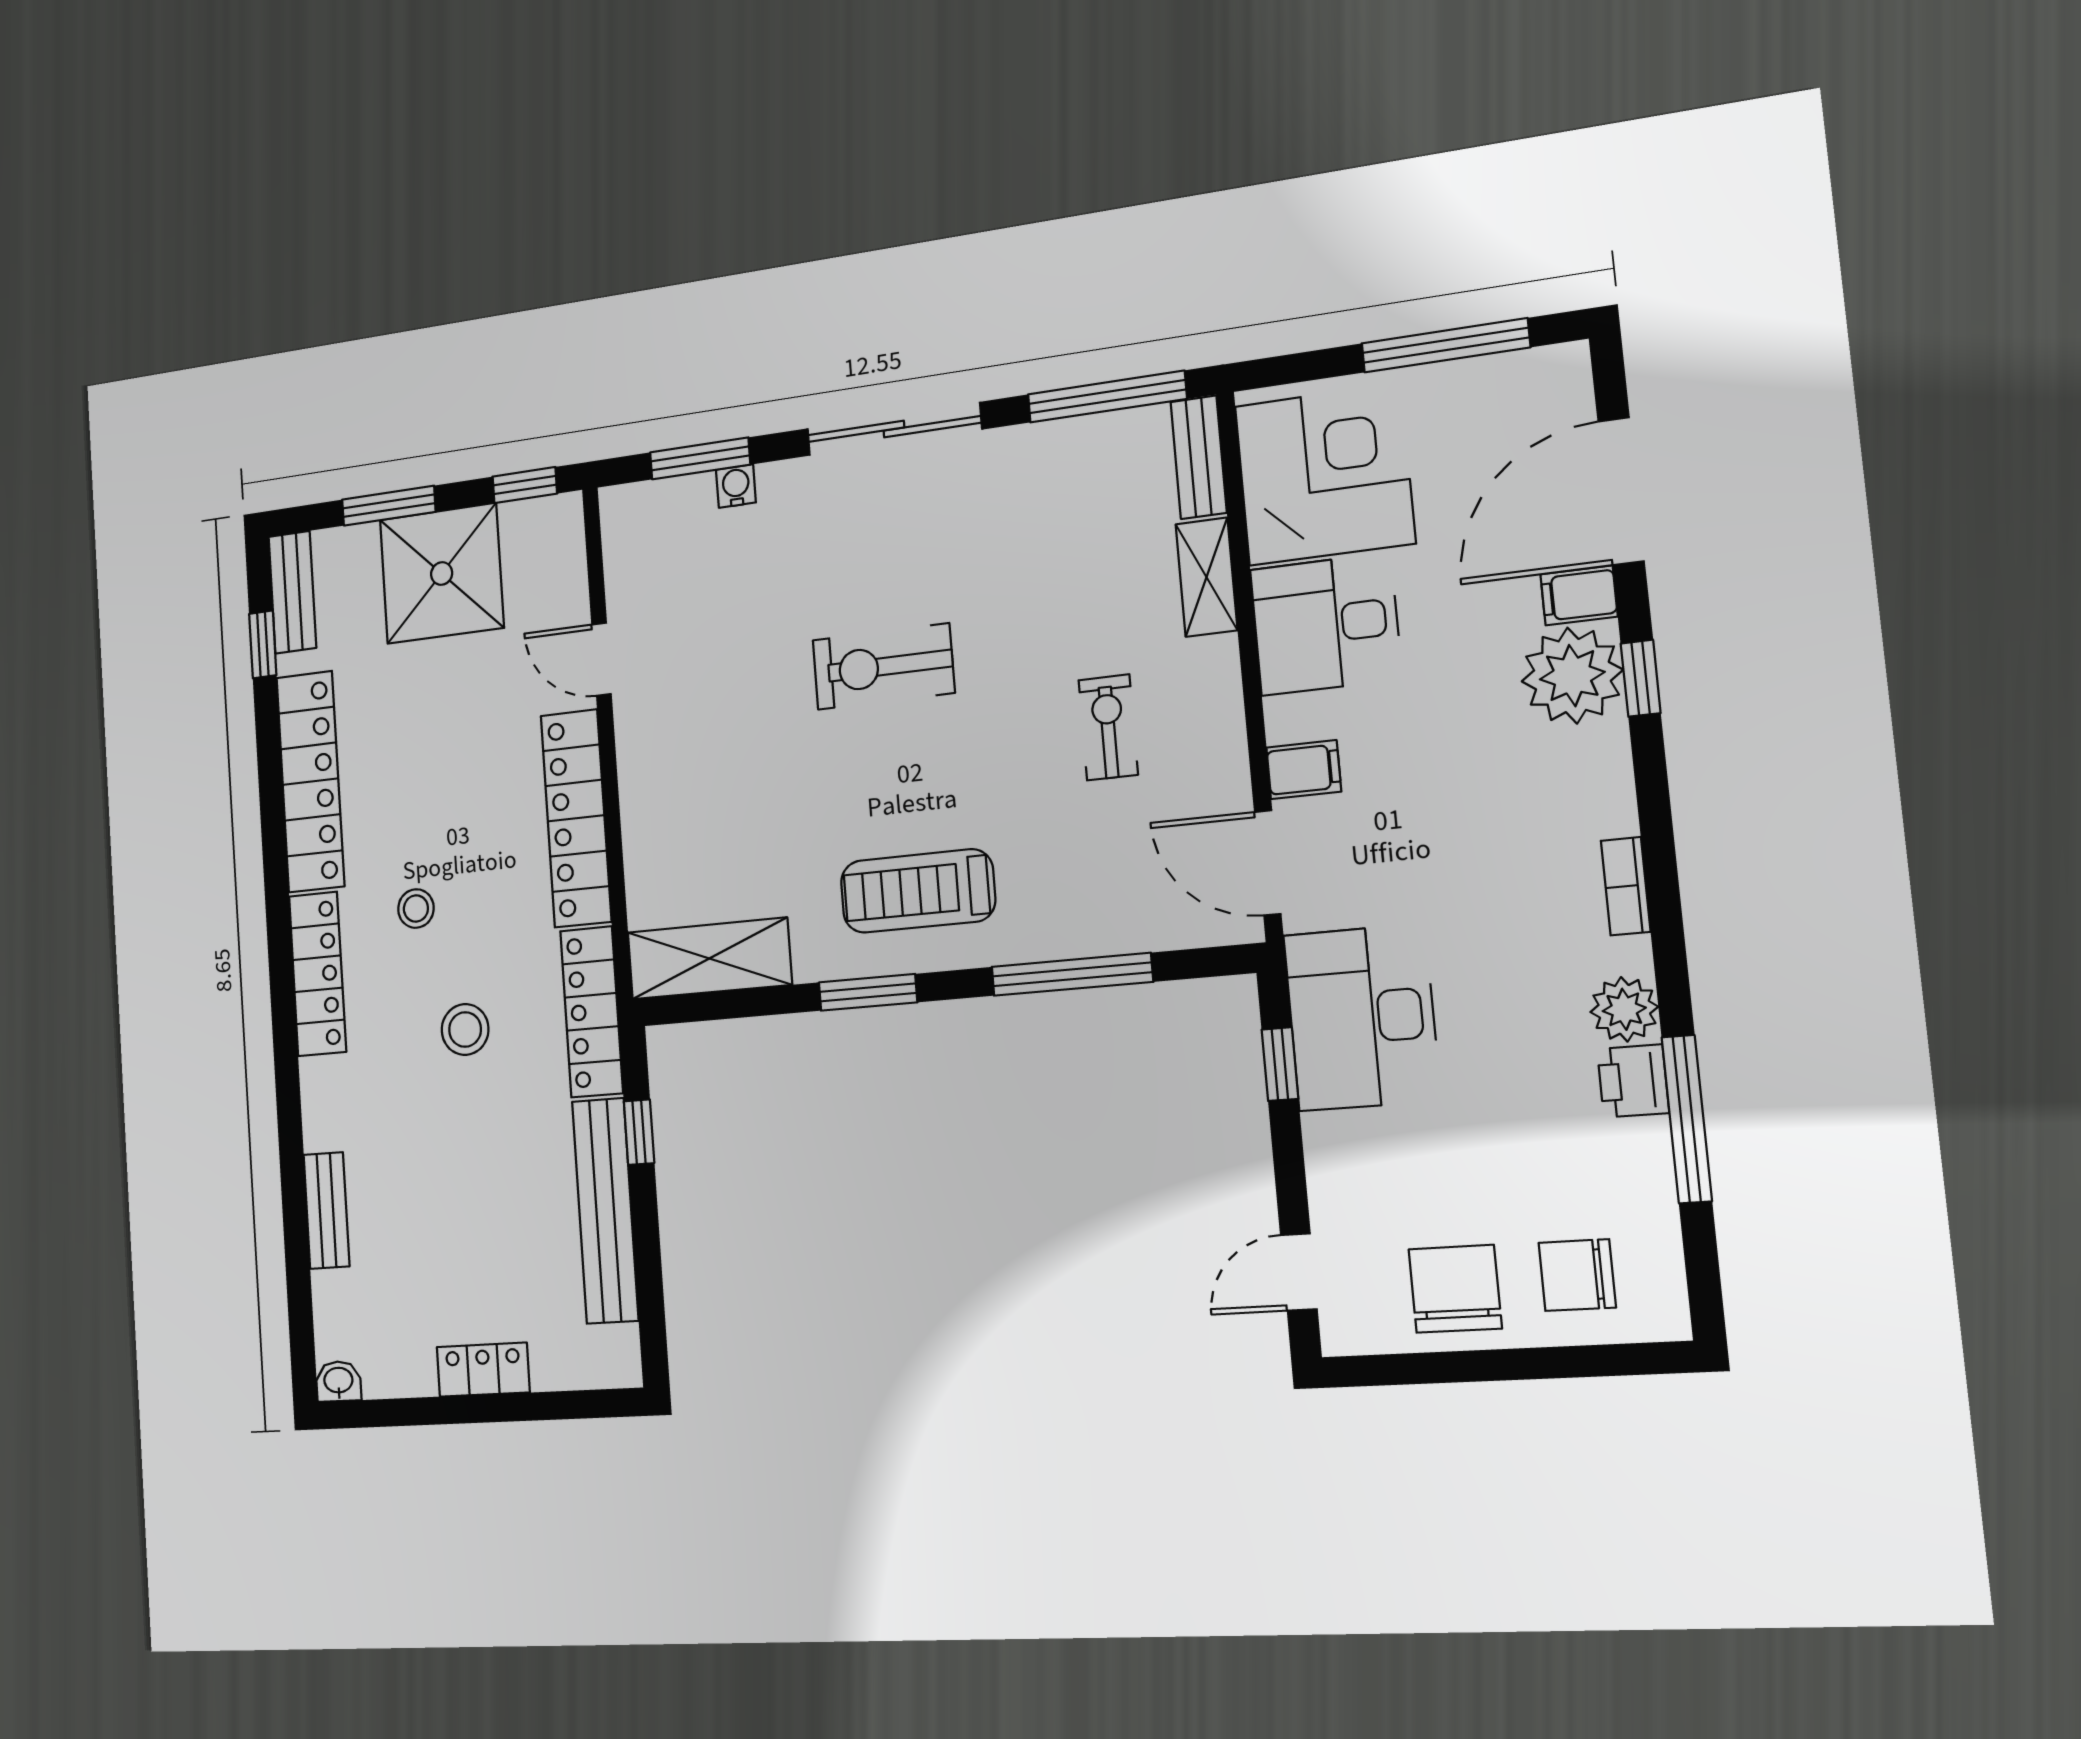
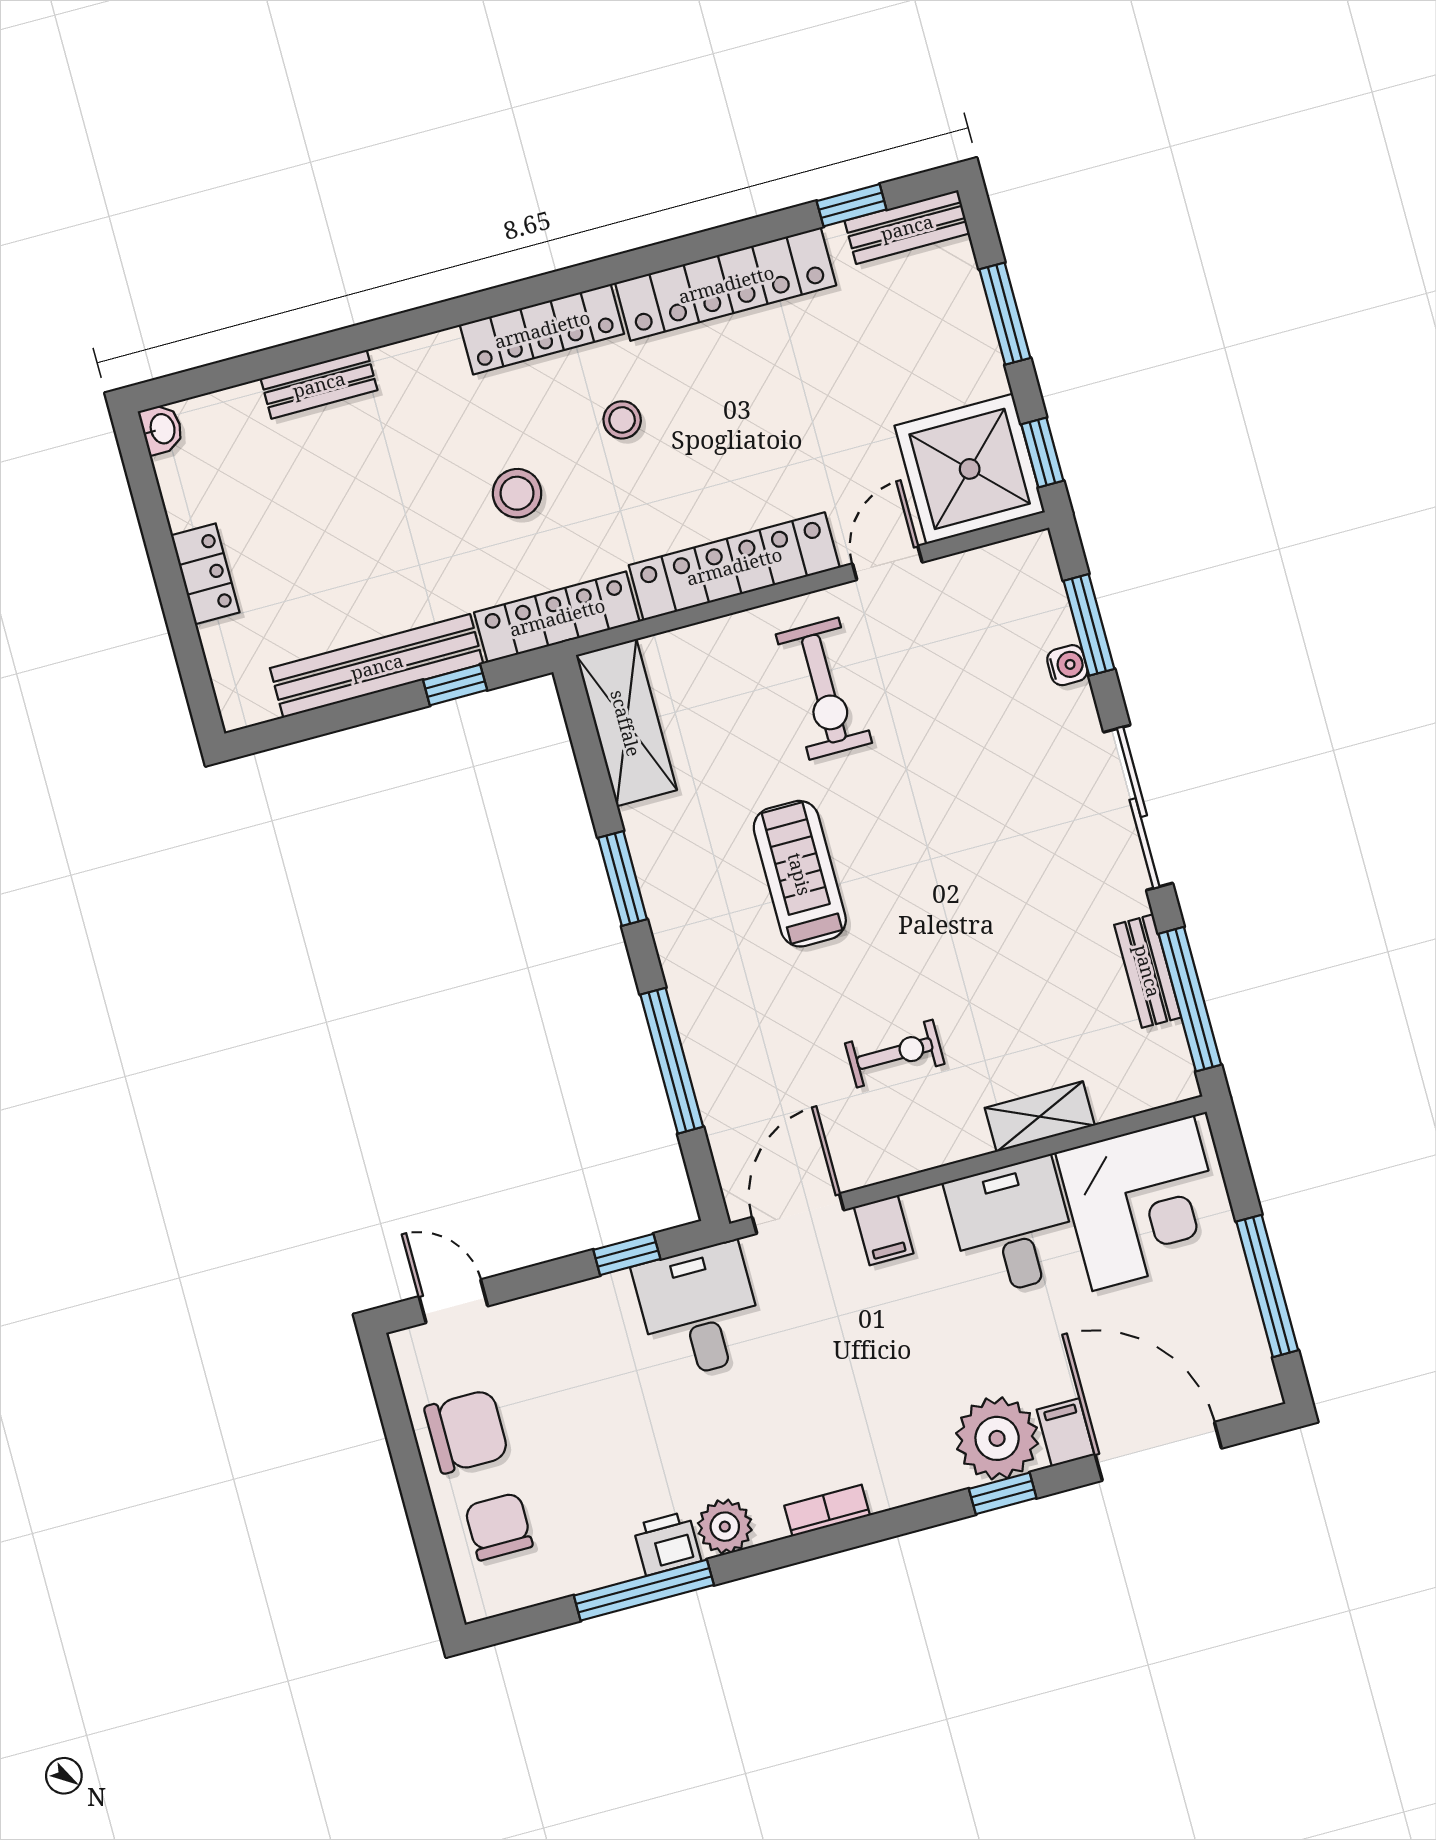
bench: (1199, 457) -> (1148, 971), moved, turned 90
shower: (442, 574) -> (970, 469), moved
exercise bike: (883, 666) -> (824, 689), moved, turned 180
treadmill: (918, 891) -> (800, 874), moved
desk: (1362, 1018) -> (699, 1311), width x0.73

